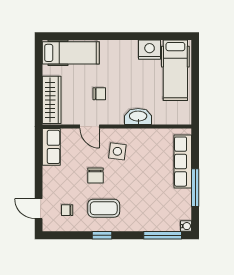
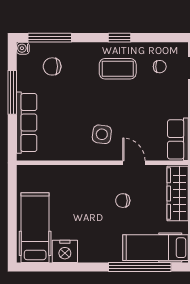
window: (85, 36) -> (140, 267), added
washbasin: (138, 117) -> (78, 174), removed
chair: (95, 176) -> (52, 66), moved, turned -90

